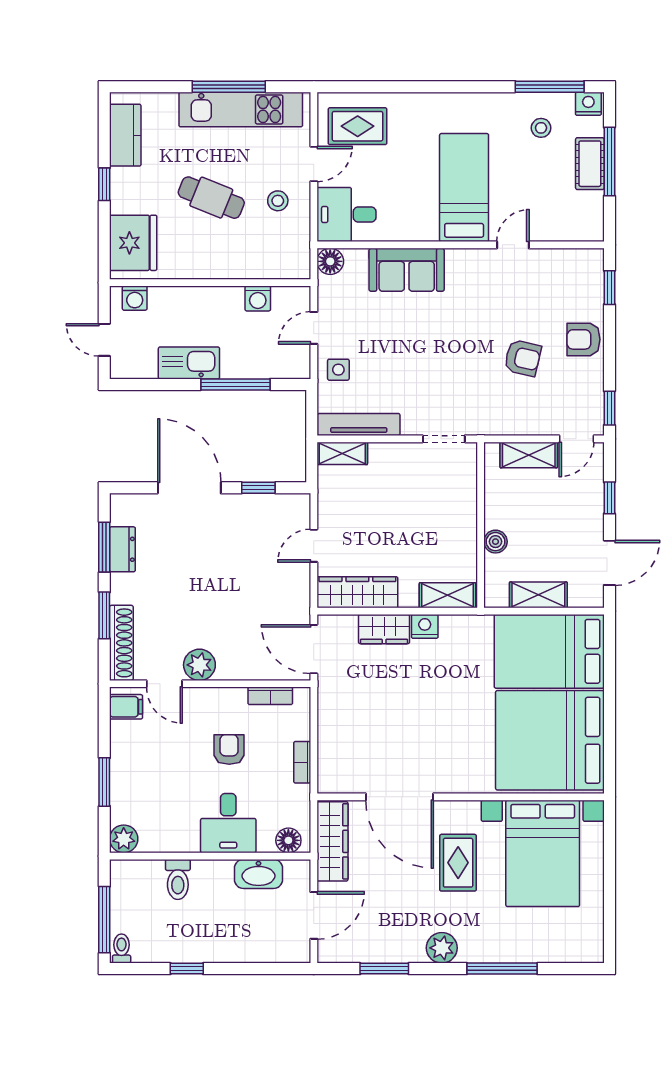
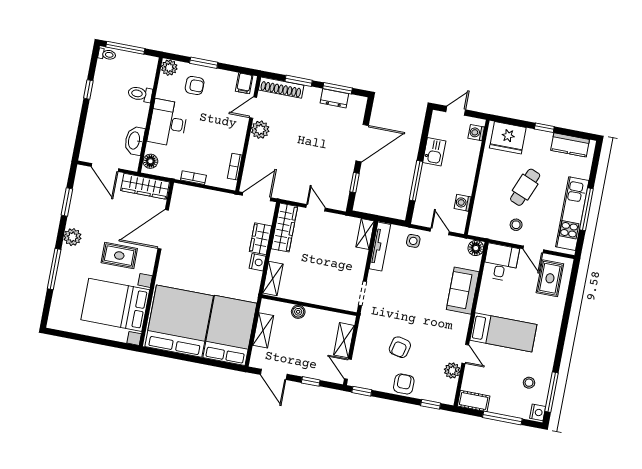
cot: (590, 164) -> (474, 401), moved
plant: (545, 262) -> (452, 371), added
kitchen sink: (189, 363) -> (434, 152), width x0.73
armchair: (229, 750) -> (195, 85), moved
desk: (228, 823) -> (168, 123), width x1.37

